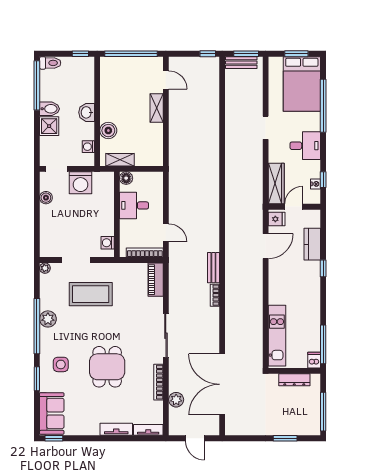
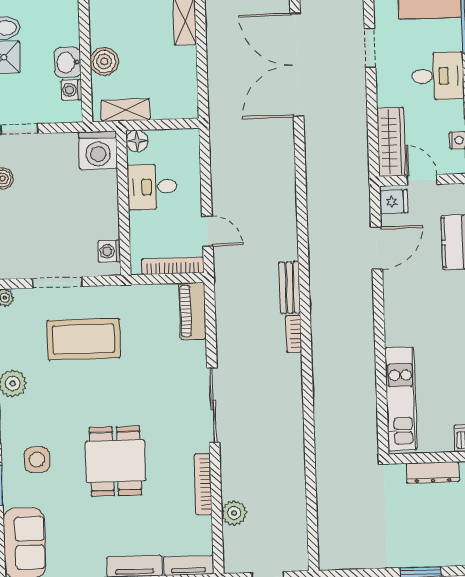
washbasin: (87, 112) -> (68, 62), moved
washing machine: (80, 183) -> (98, 150), moved
door: (294, 207) -> (422, 180), hinge flipped
double door: (222, 384) -> (297, 65), moved

